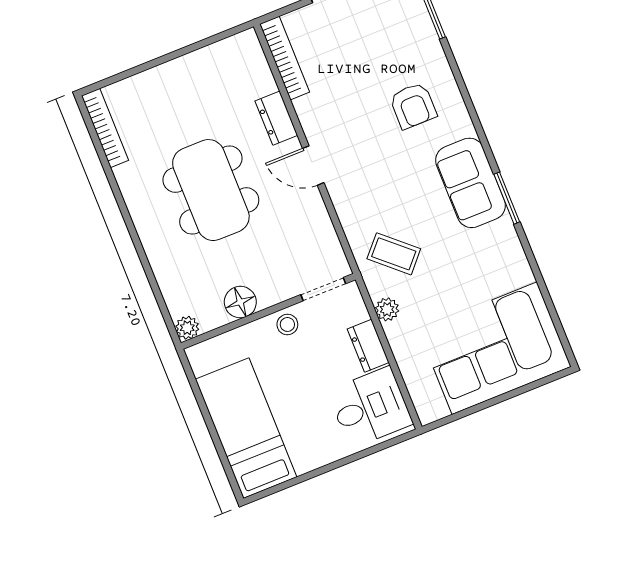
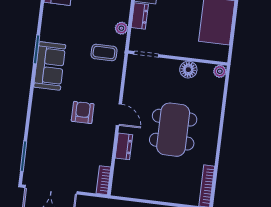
bookcase: (285, 58) -> (103, 180), width x0.64
armchair: (413, 106) -> (83, 112), moved
coffee table: (394, 254) -> (104, 52), turned -42
stool: (287, 324) -> (172, 47), removed

